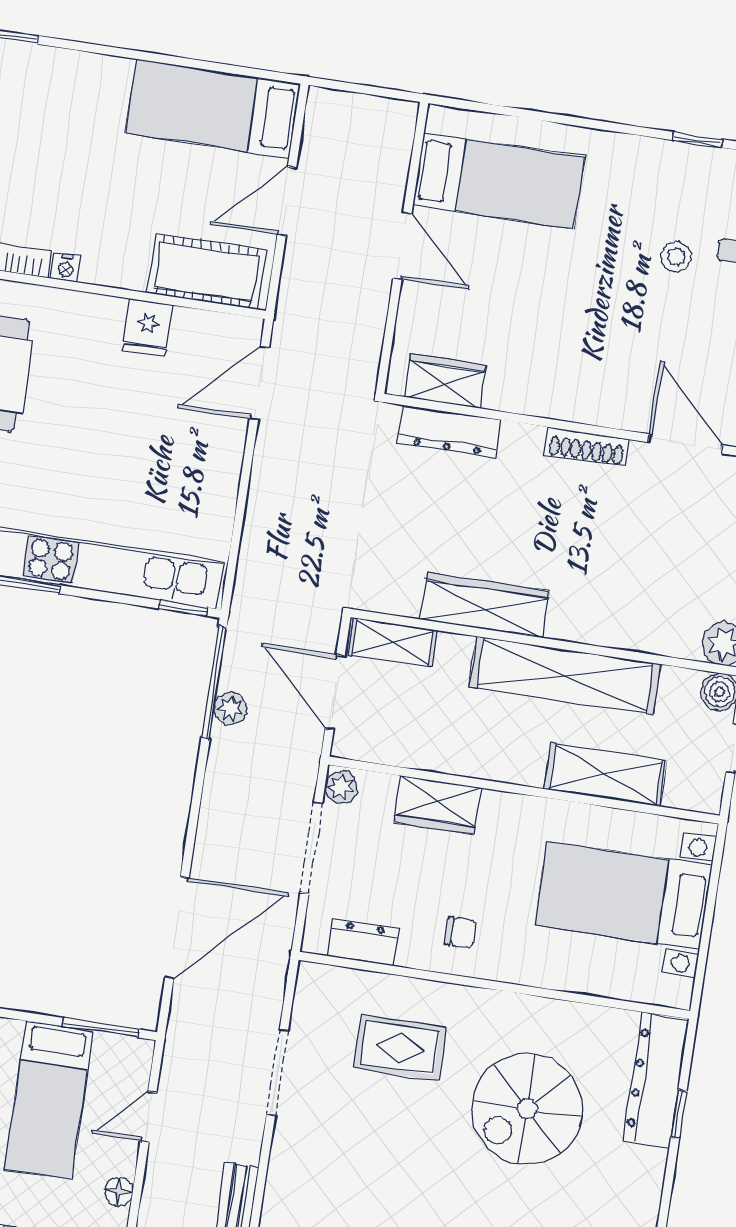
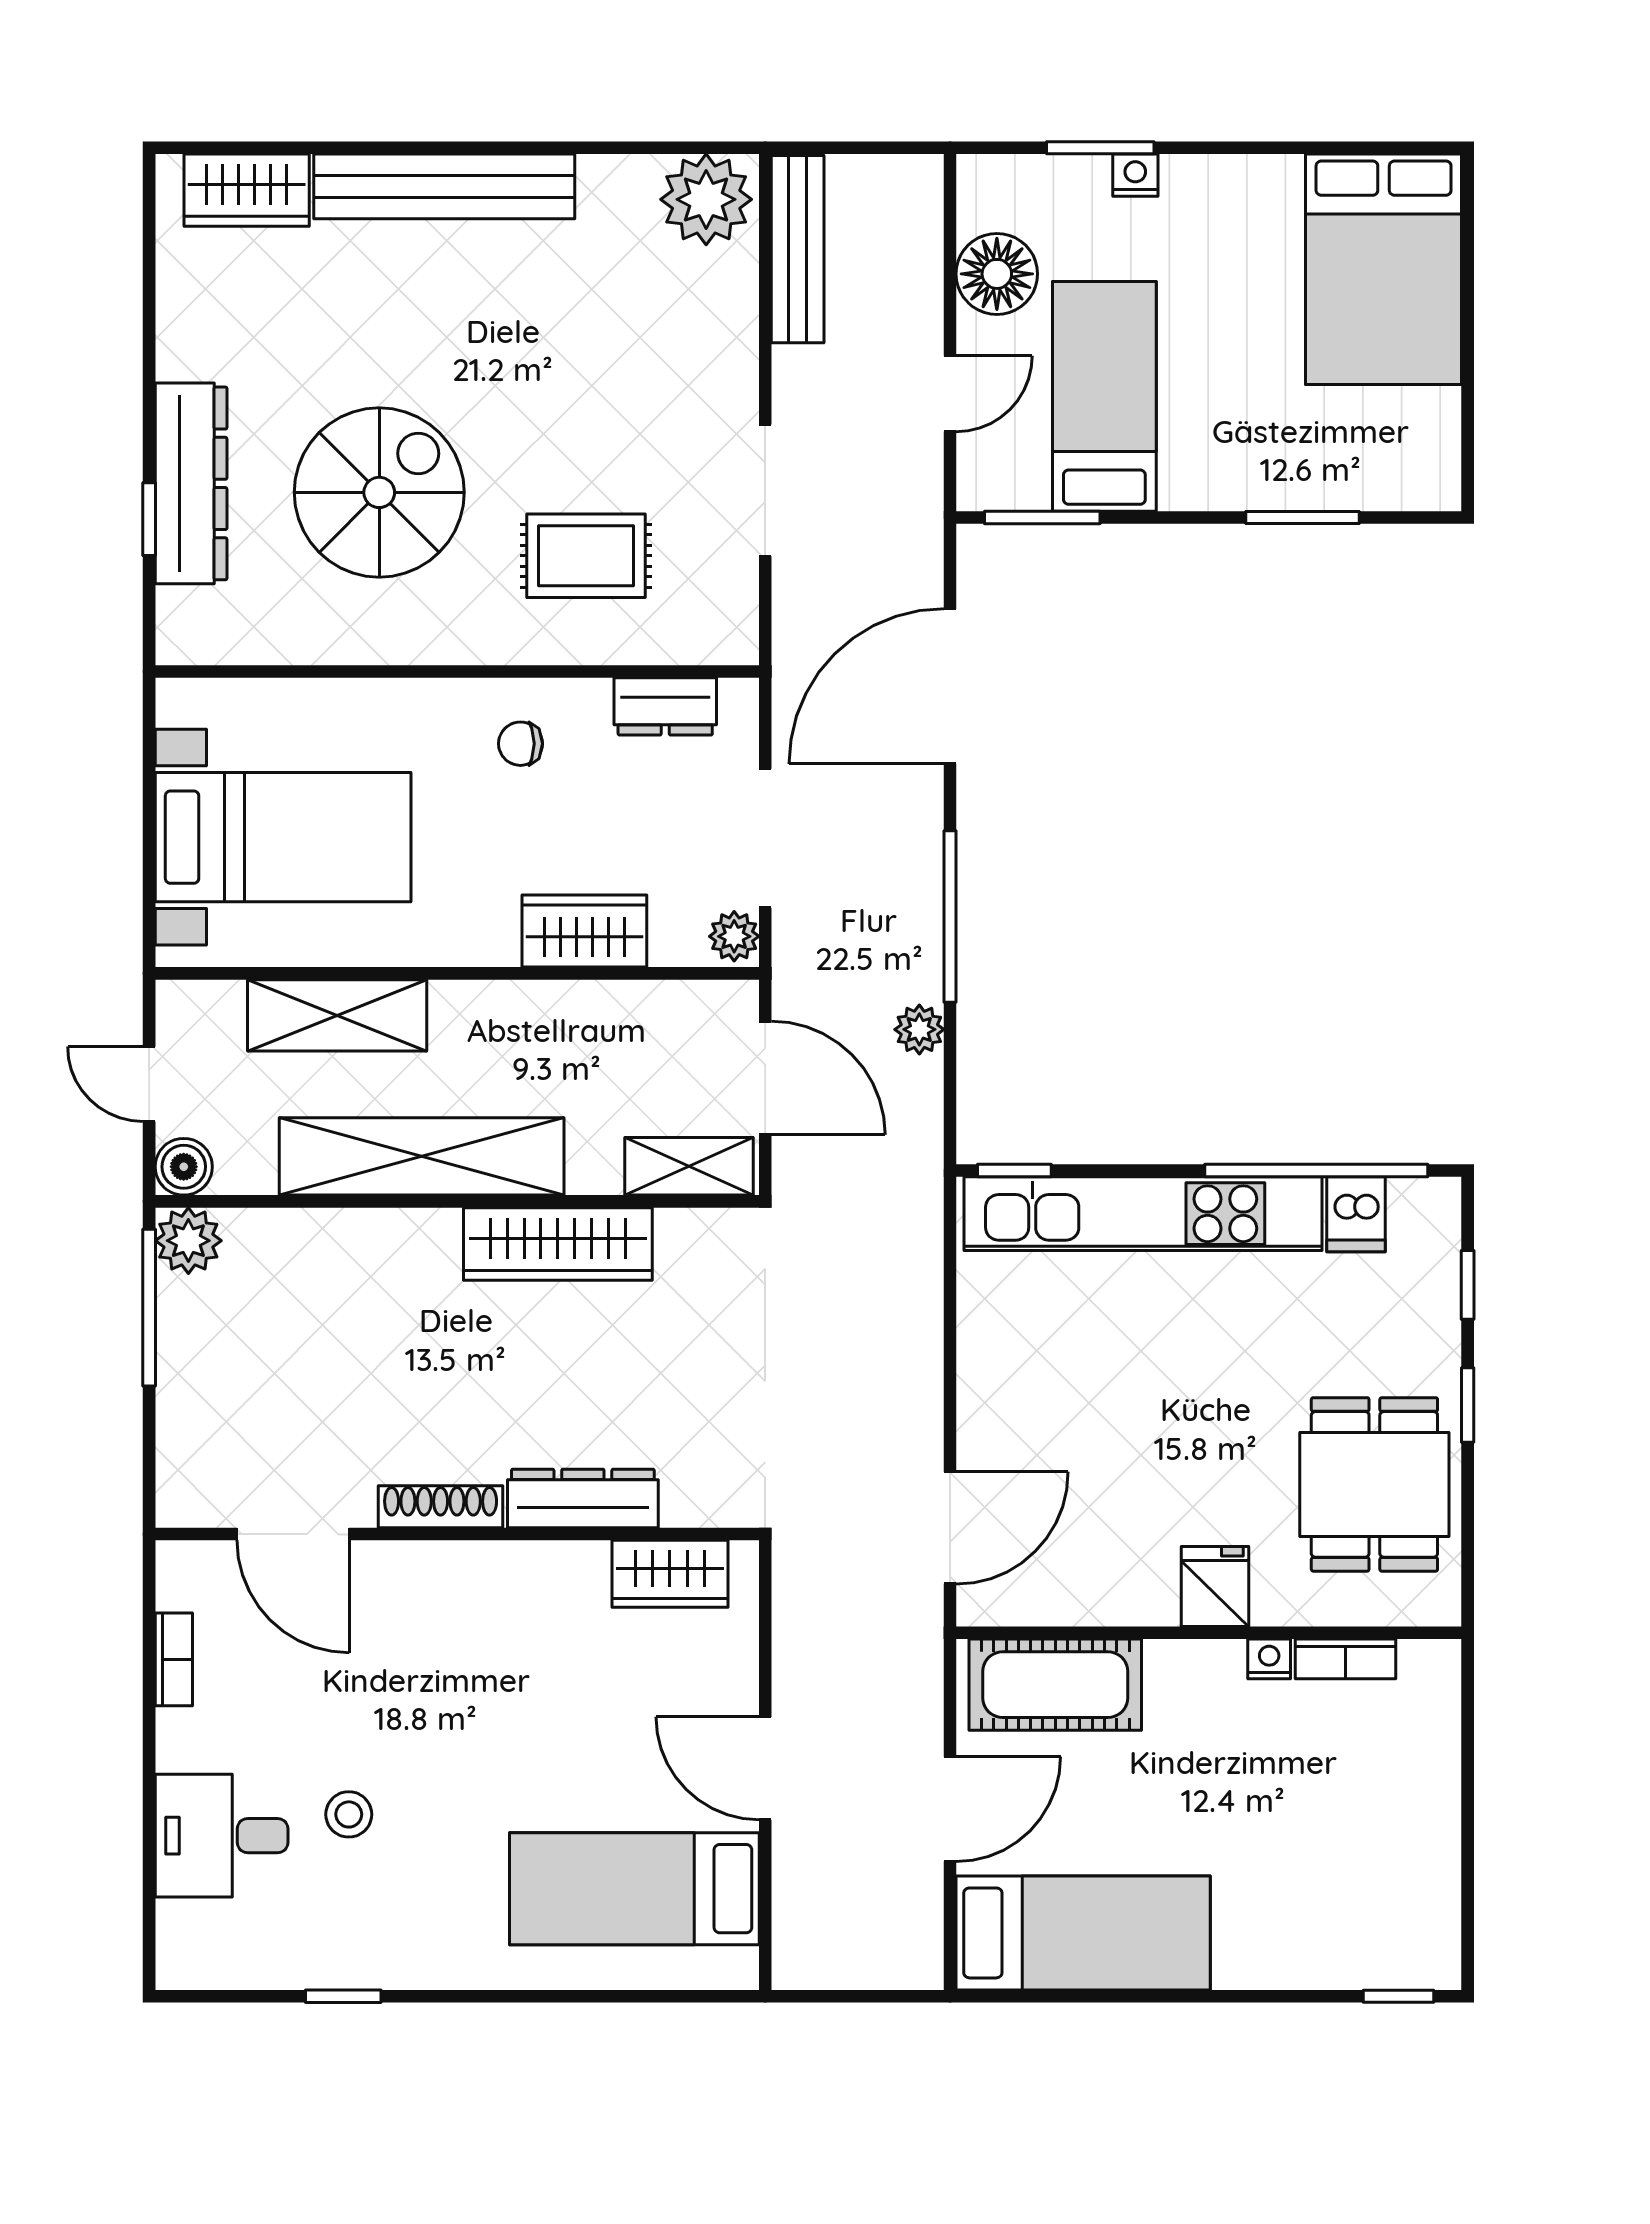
fridge: (147, 328) -> (1215, 1586), moved
dresser: (449, 431) -> (583, 1498), moved
window: (214, 683) -> (950, 916), moved
dresser: (656, 1080) -> (191, 483), moved
floor lamp: (119, 1192) -> (997, 274), width x1.89, depth x1.89

